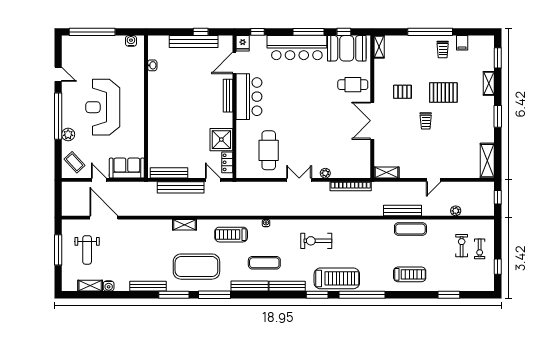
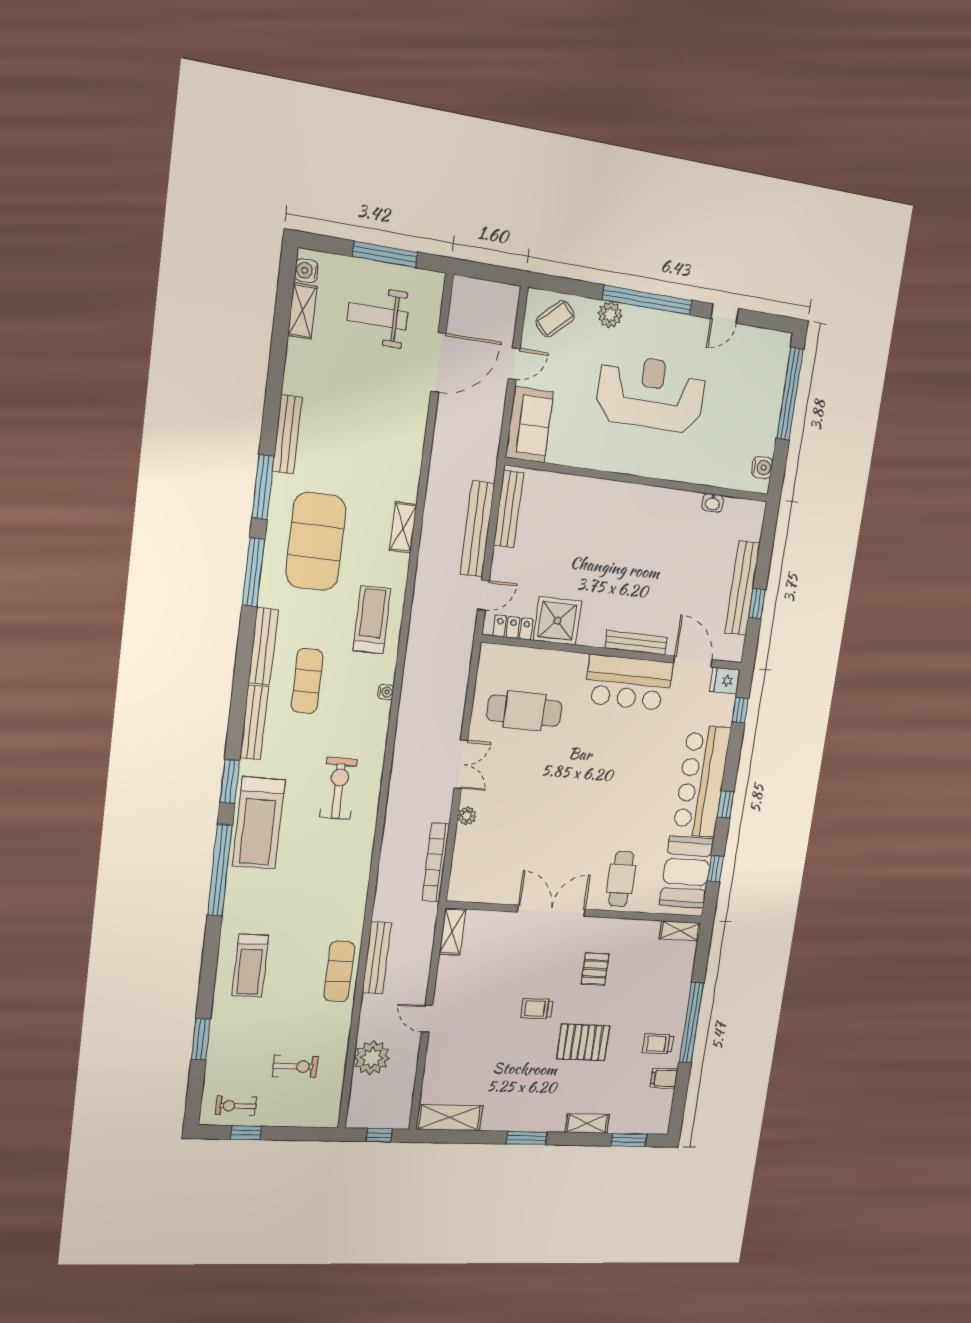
window: (309, 32) -> (726, 805), width x0.46
pallet: (443, 92) -> (583, 1042), turned 90
plant: (456, 211) -> (372, 1058), width x1.87, depth x1.87
exercise bike: (480, 249) -> (236, 1106), moved
water cooler: (109, 286) -> (306, 271), moved

